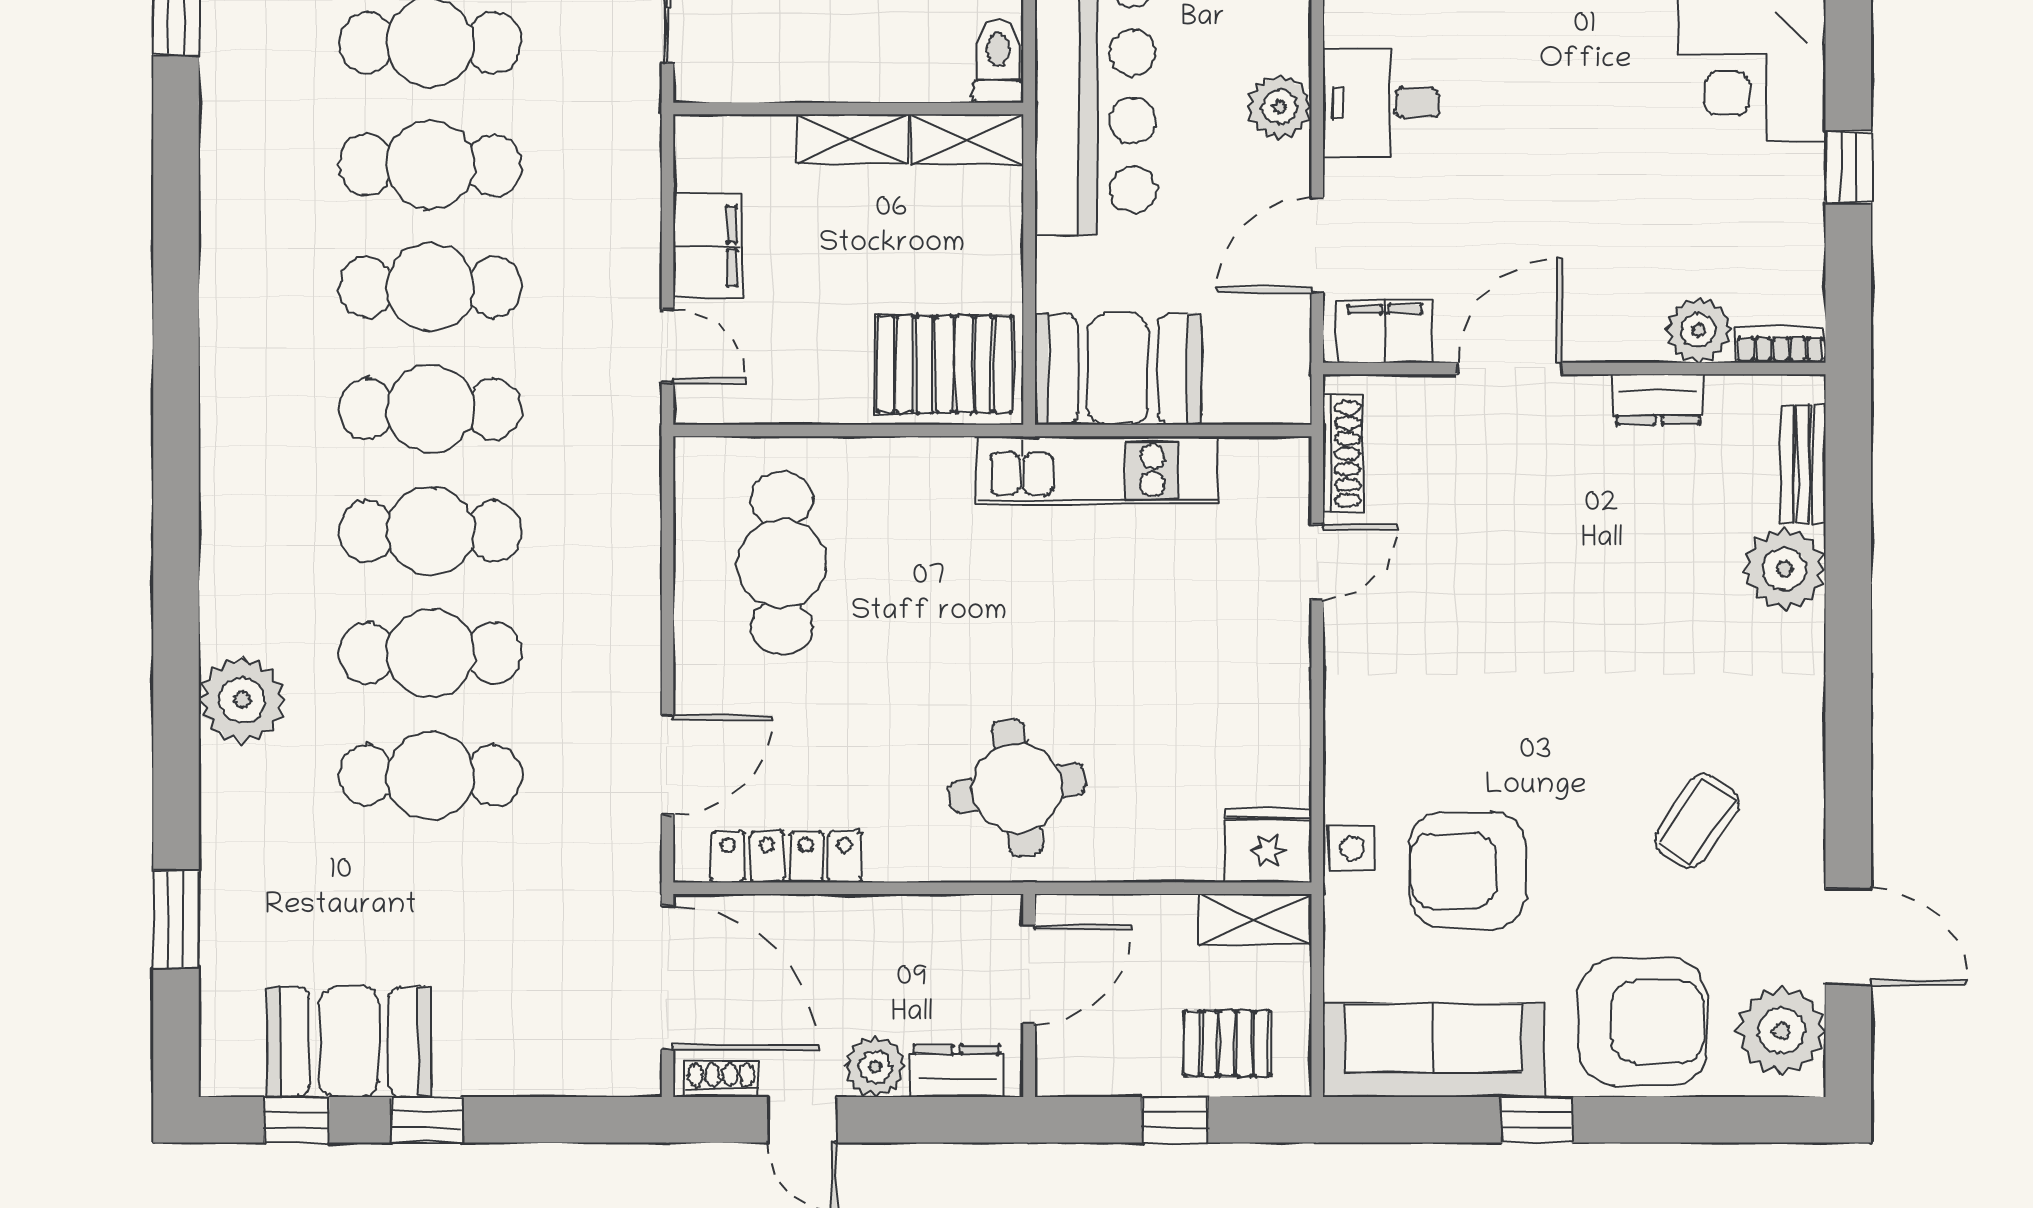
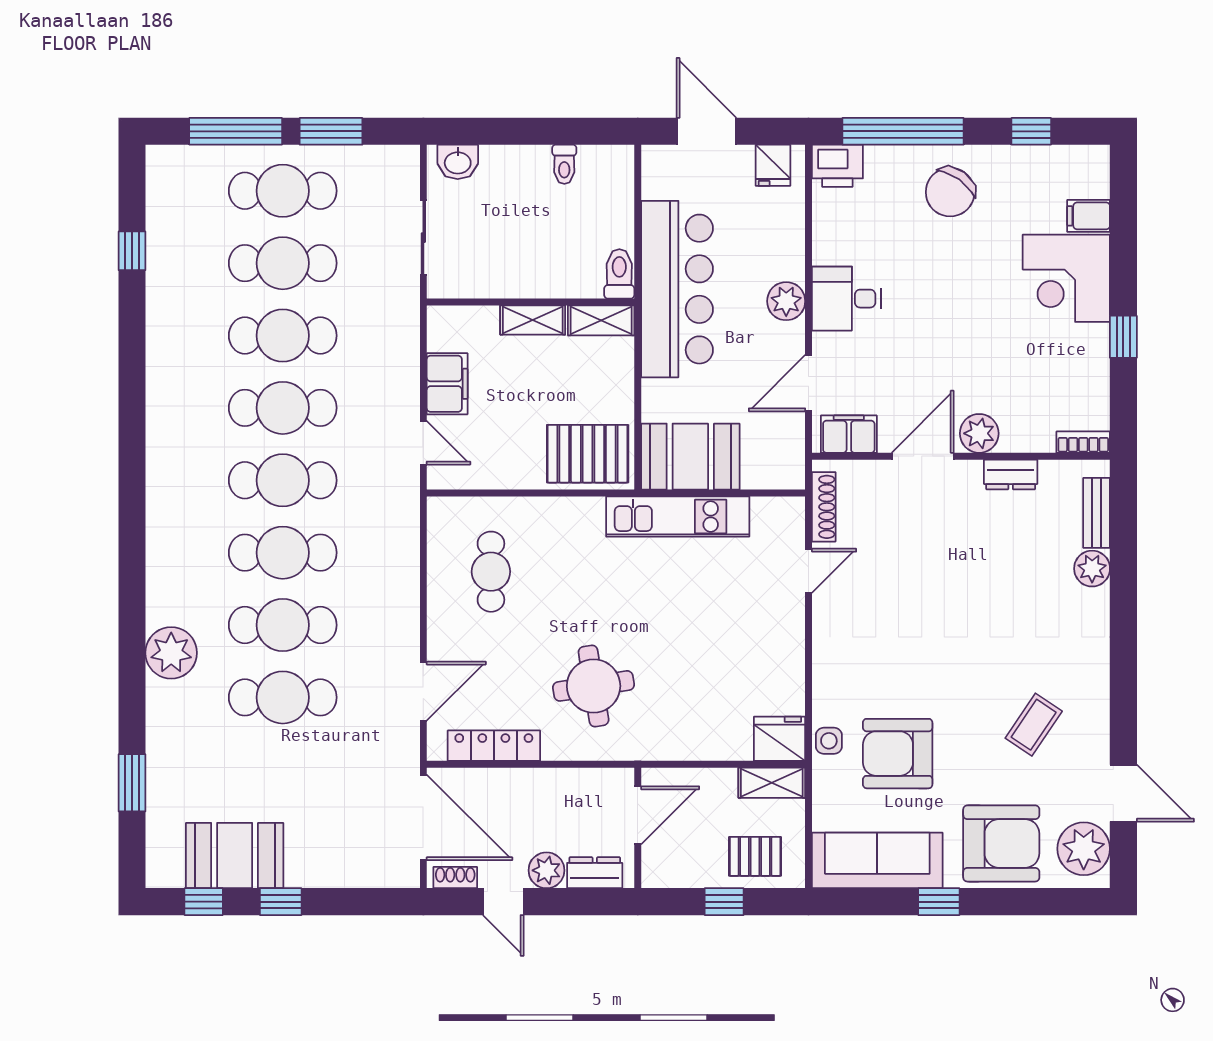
plant: (1698, 330) -> (979, 433), moved
cafe table: (782, 563) -> (491, 572), width x0.73, depth x0.74
plant: (1784, 569) -> (1092, 569), width x0.73, depth x0.73
round table: (1017, 788) -> (594, 686), moved

